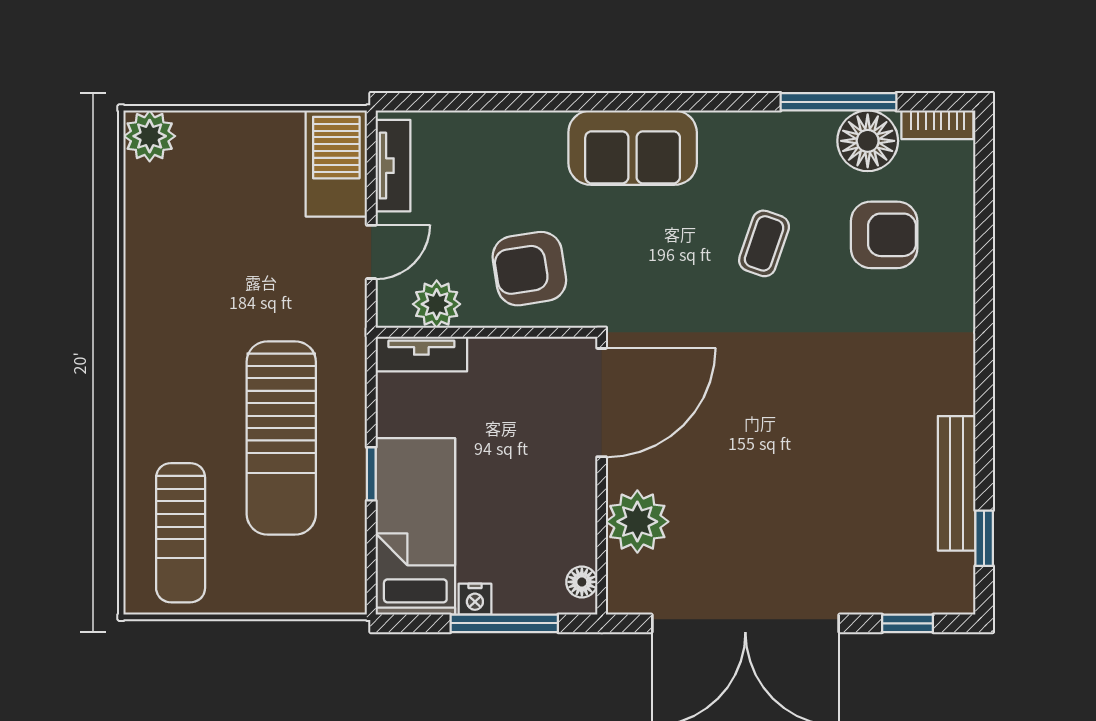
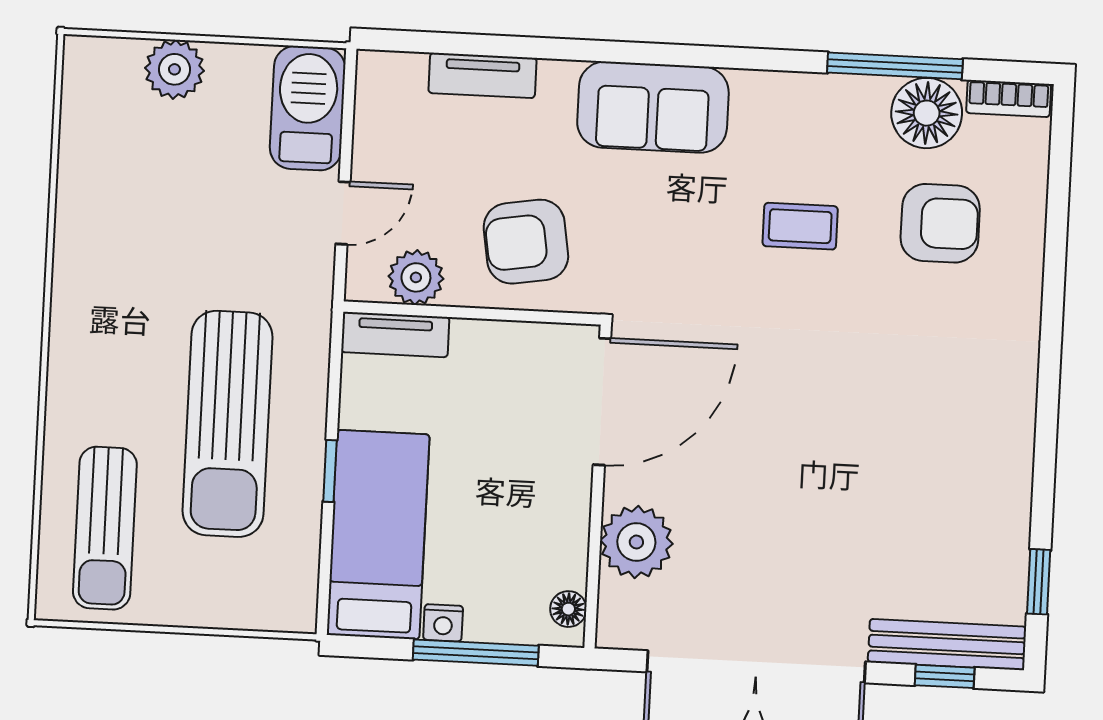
plant: (150, 136) -> (174, 69), moved
tv unit: (393, 166) -> (482, 75), moved, turned 90
coffee table: (764, 243) -> (800, 226), turned 71
bench: (957, 483) -> (947, 644), moved, turned 90

